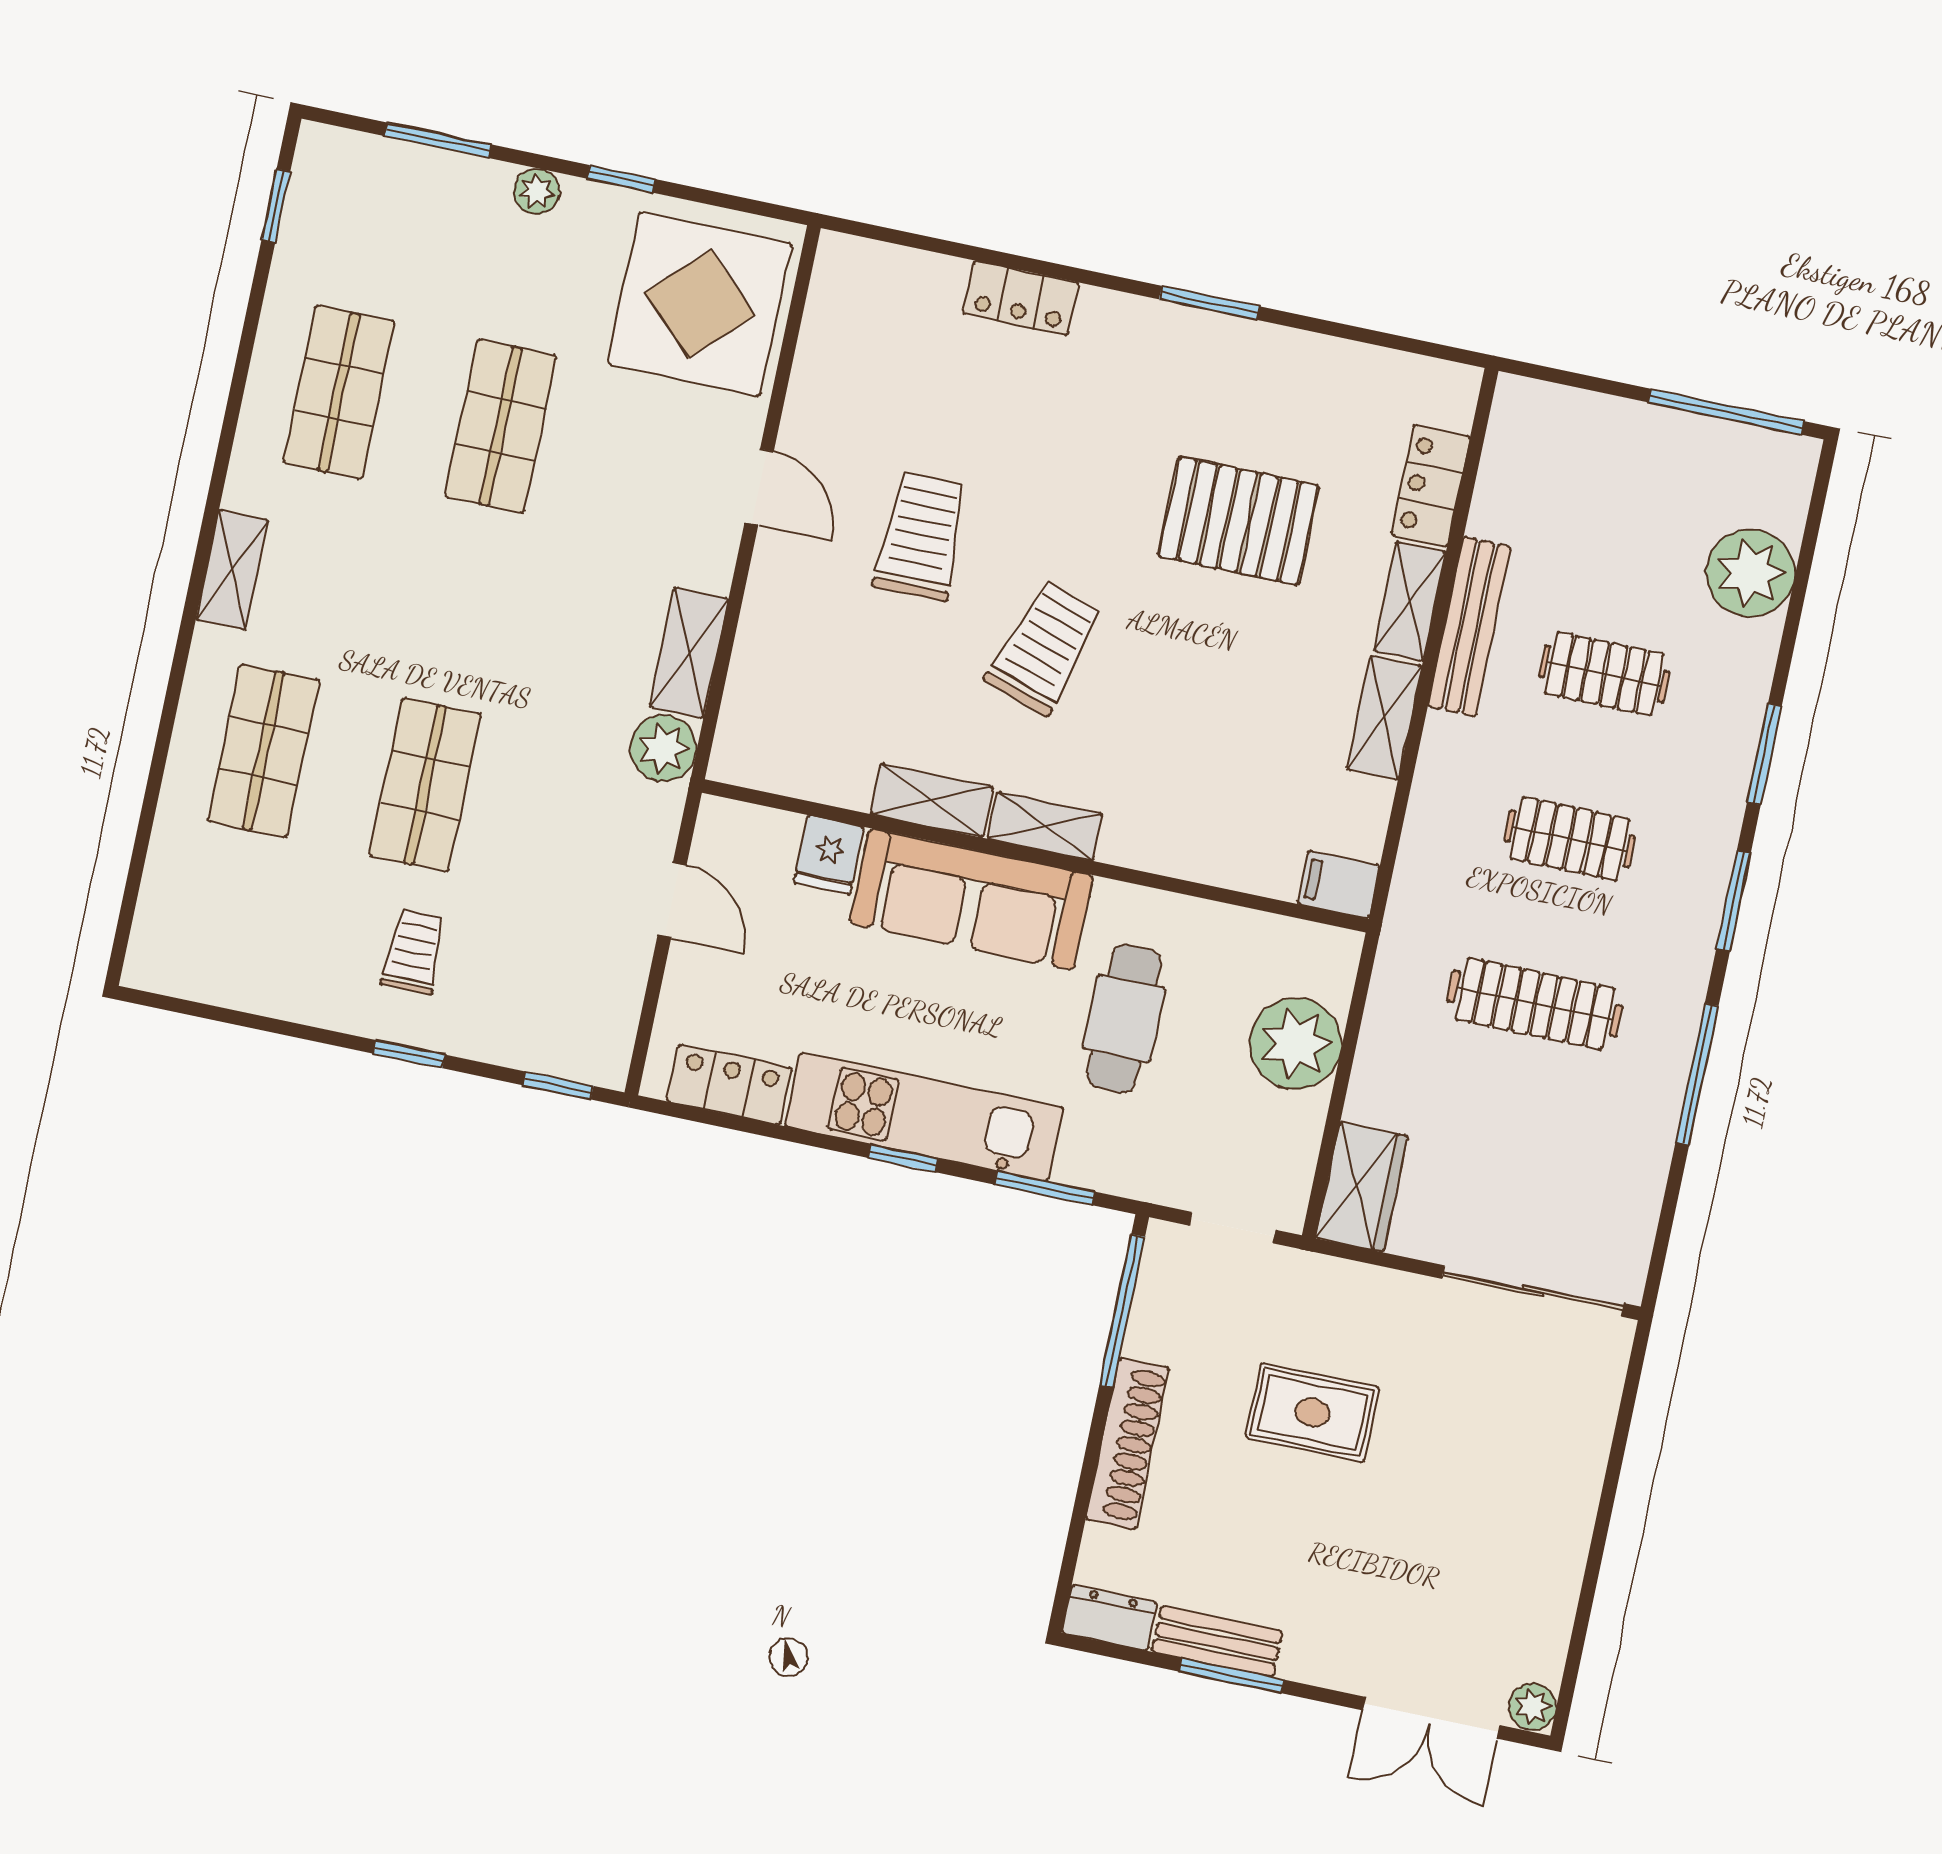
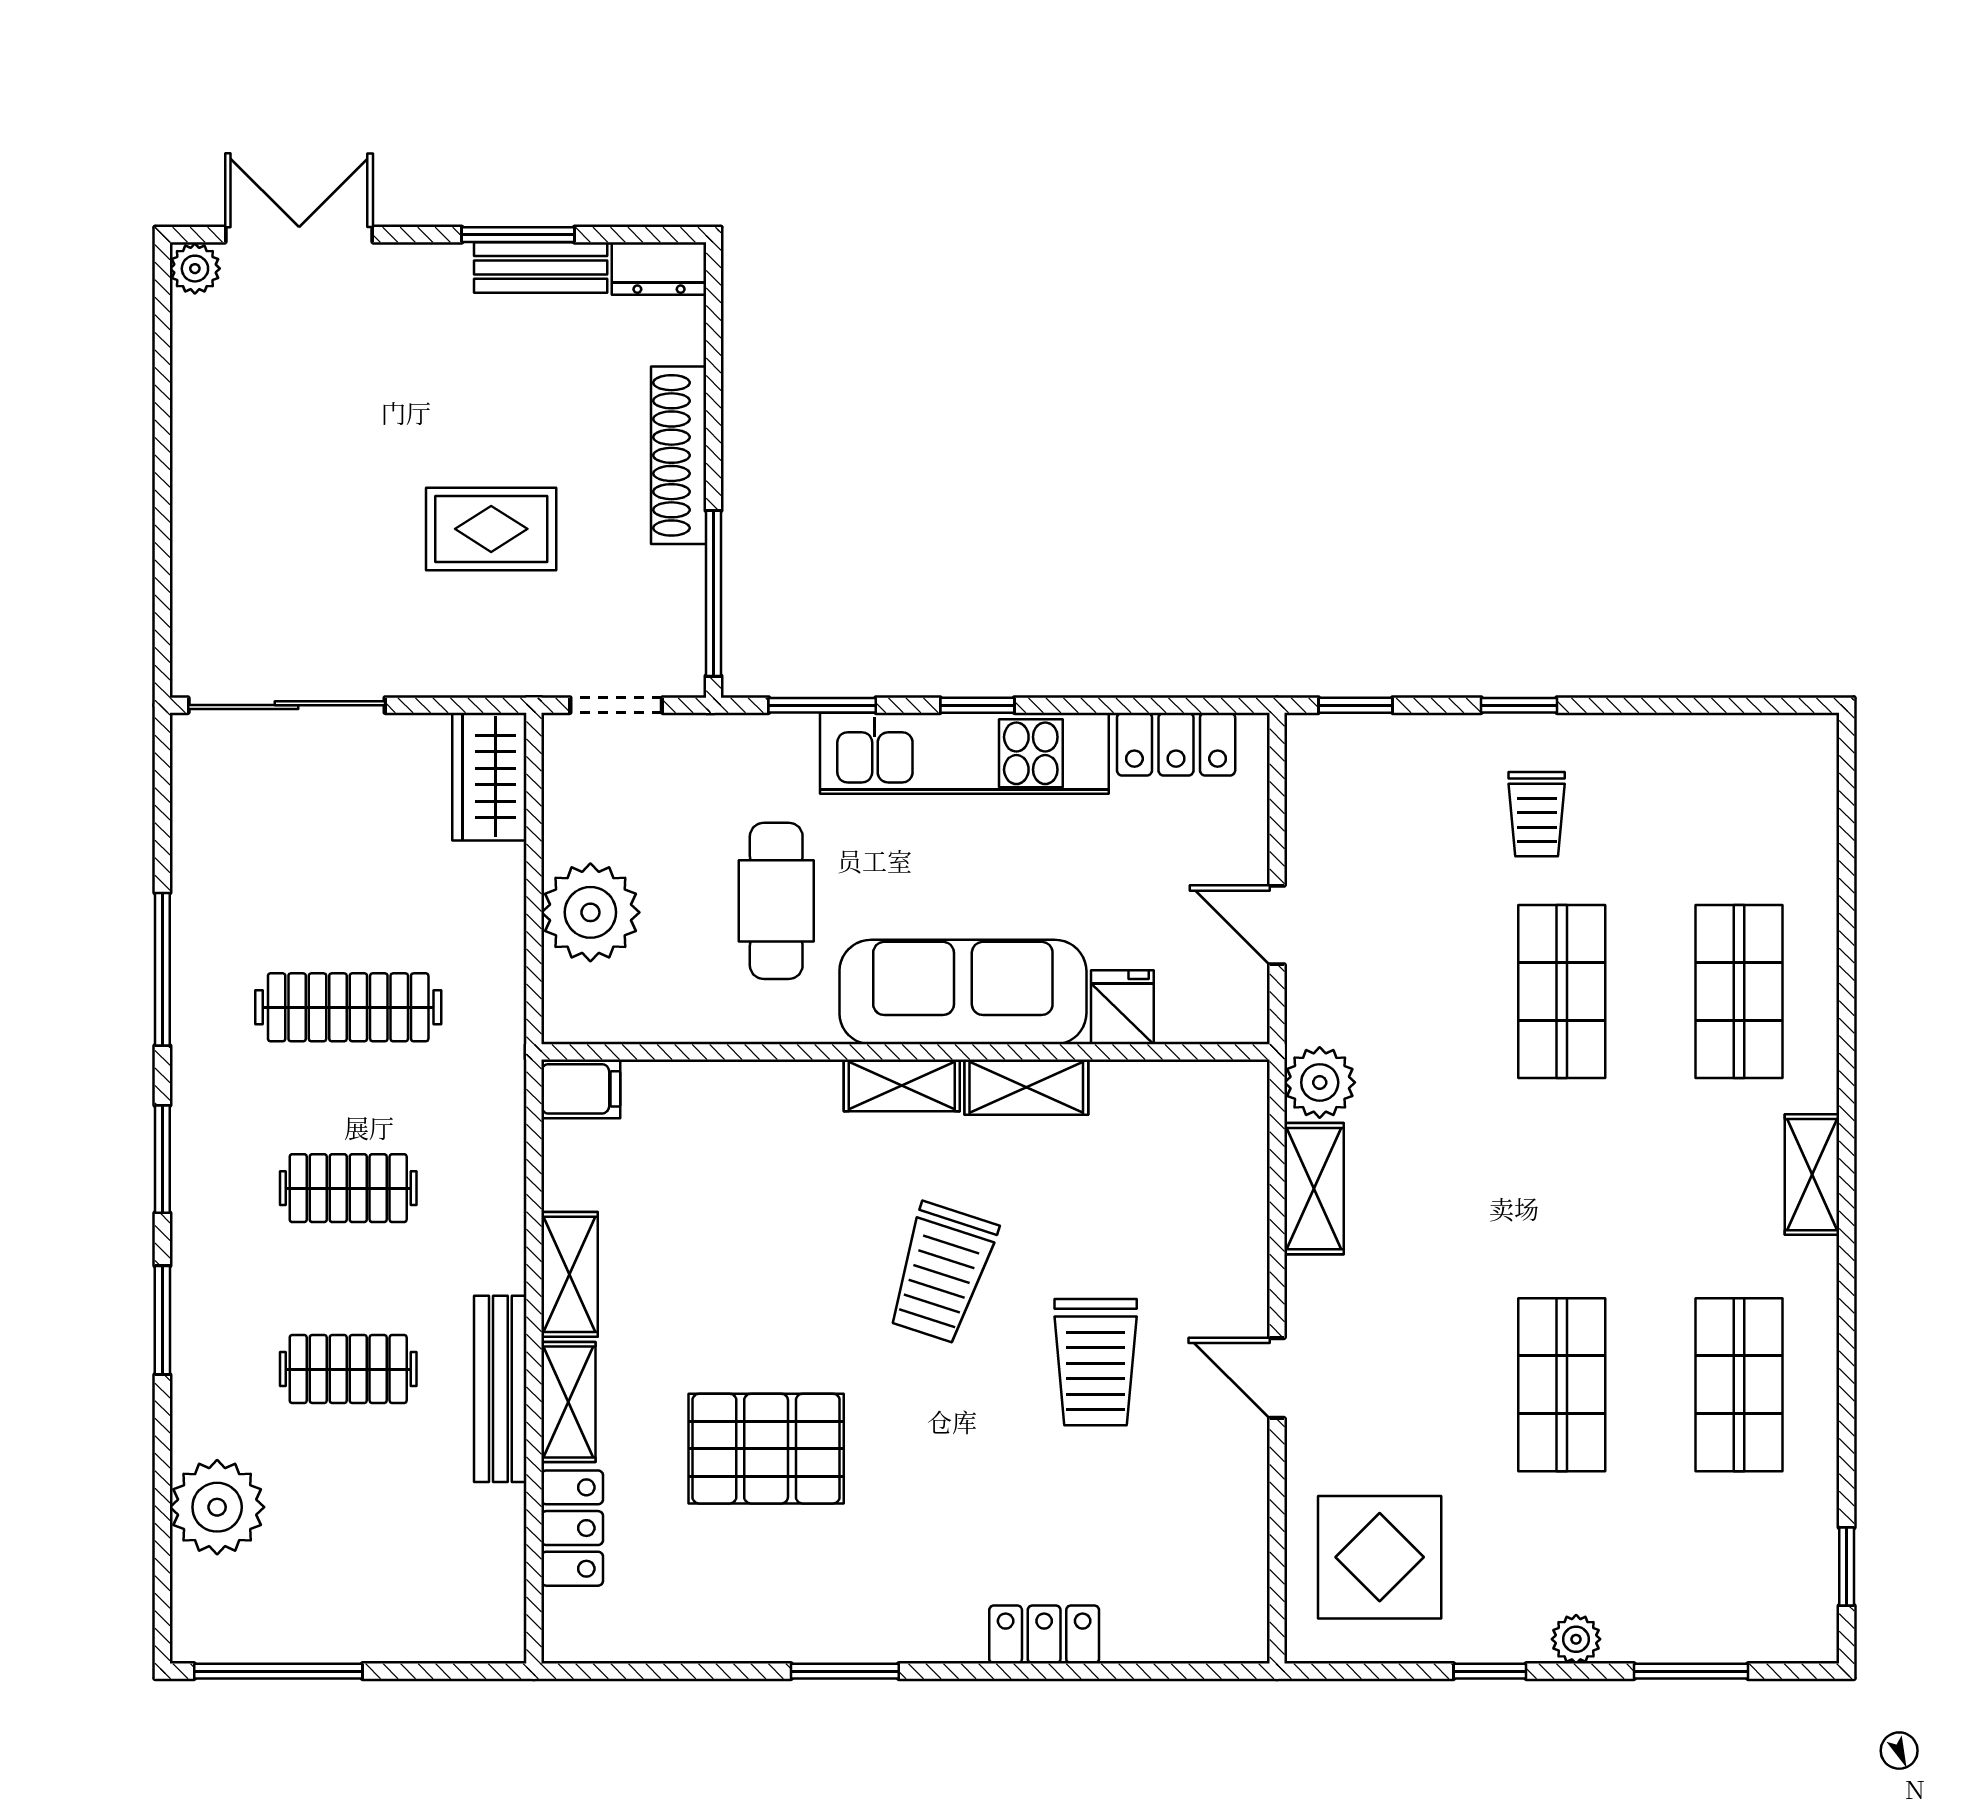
display table: (700, 304) -> (1380, 1557), width x0.73, depth x0.73

